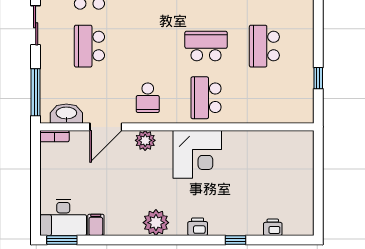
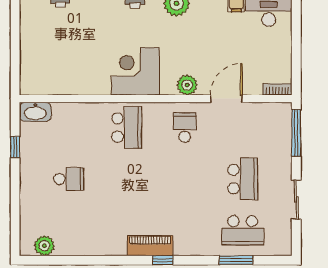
school desk: (206, 46) -> (127, 179), removed
school desk: (264, 46) -> (69, 179), width x0.54
washbasin: (66, 114) -> (35, 112), moved

